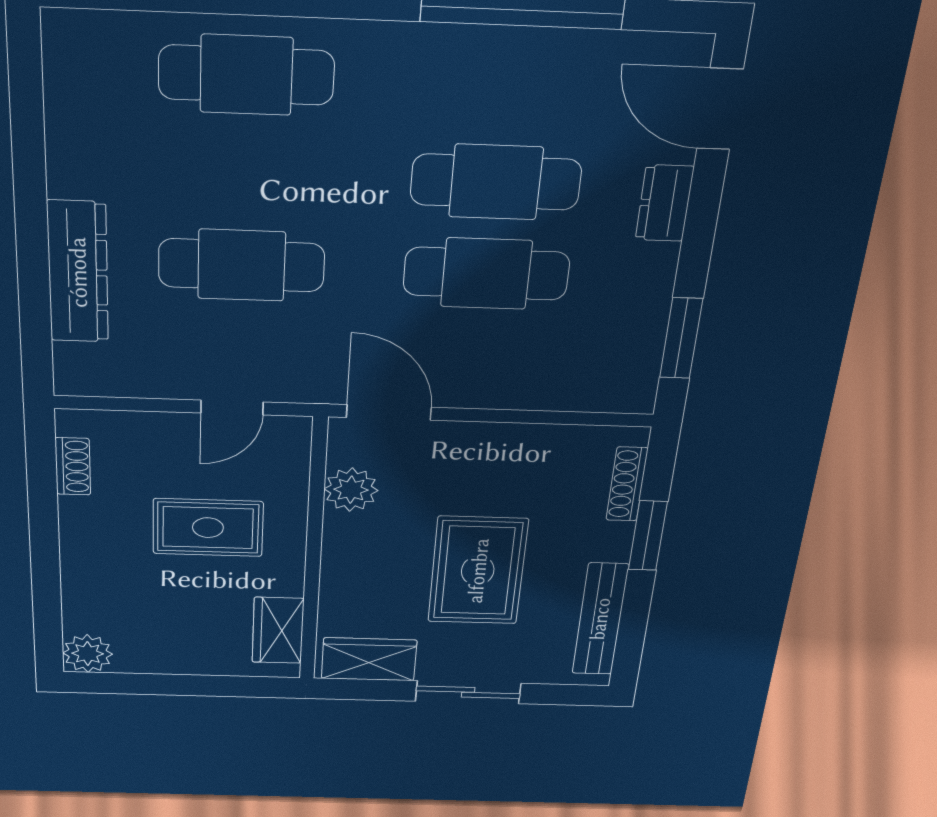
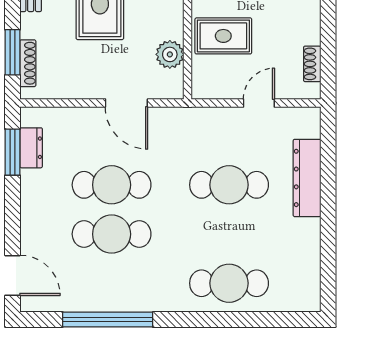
dresser: (665, 203) -> (31, 148), moved
door: (232, 407) -> (259, 103), moved
door: (389, 412) -> (126, 103), moved
rug: (208, 528) -> (223, 36), moved
window: (648, 536) -> (13, 52), moved

